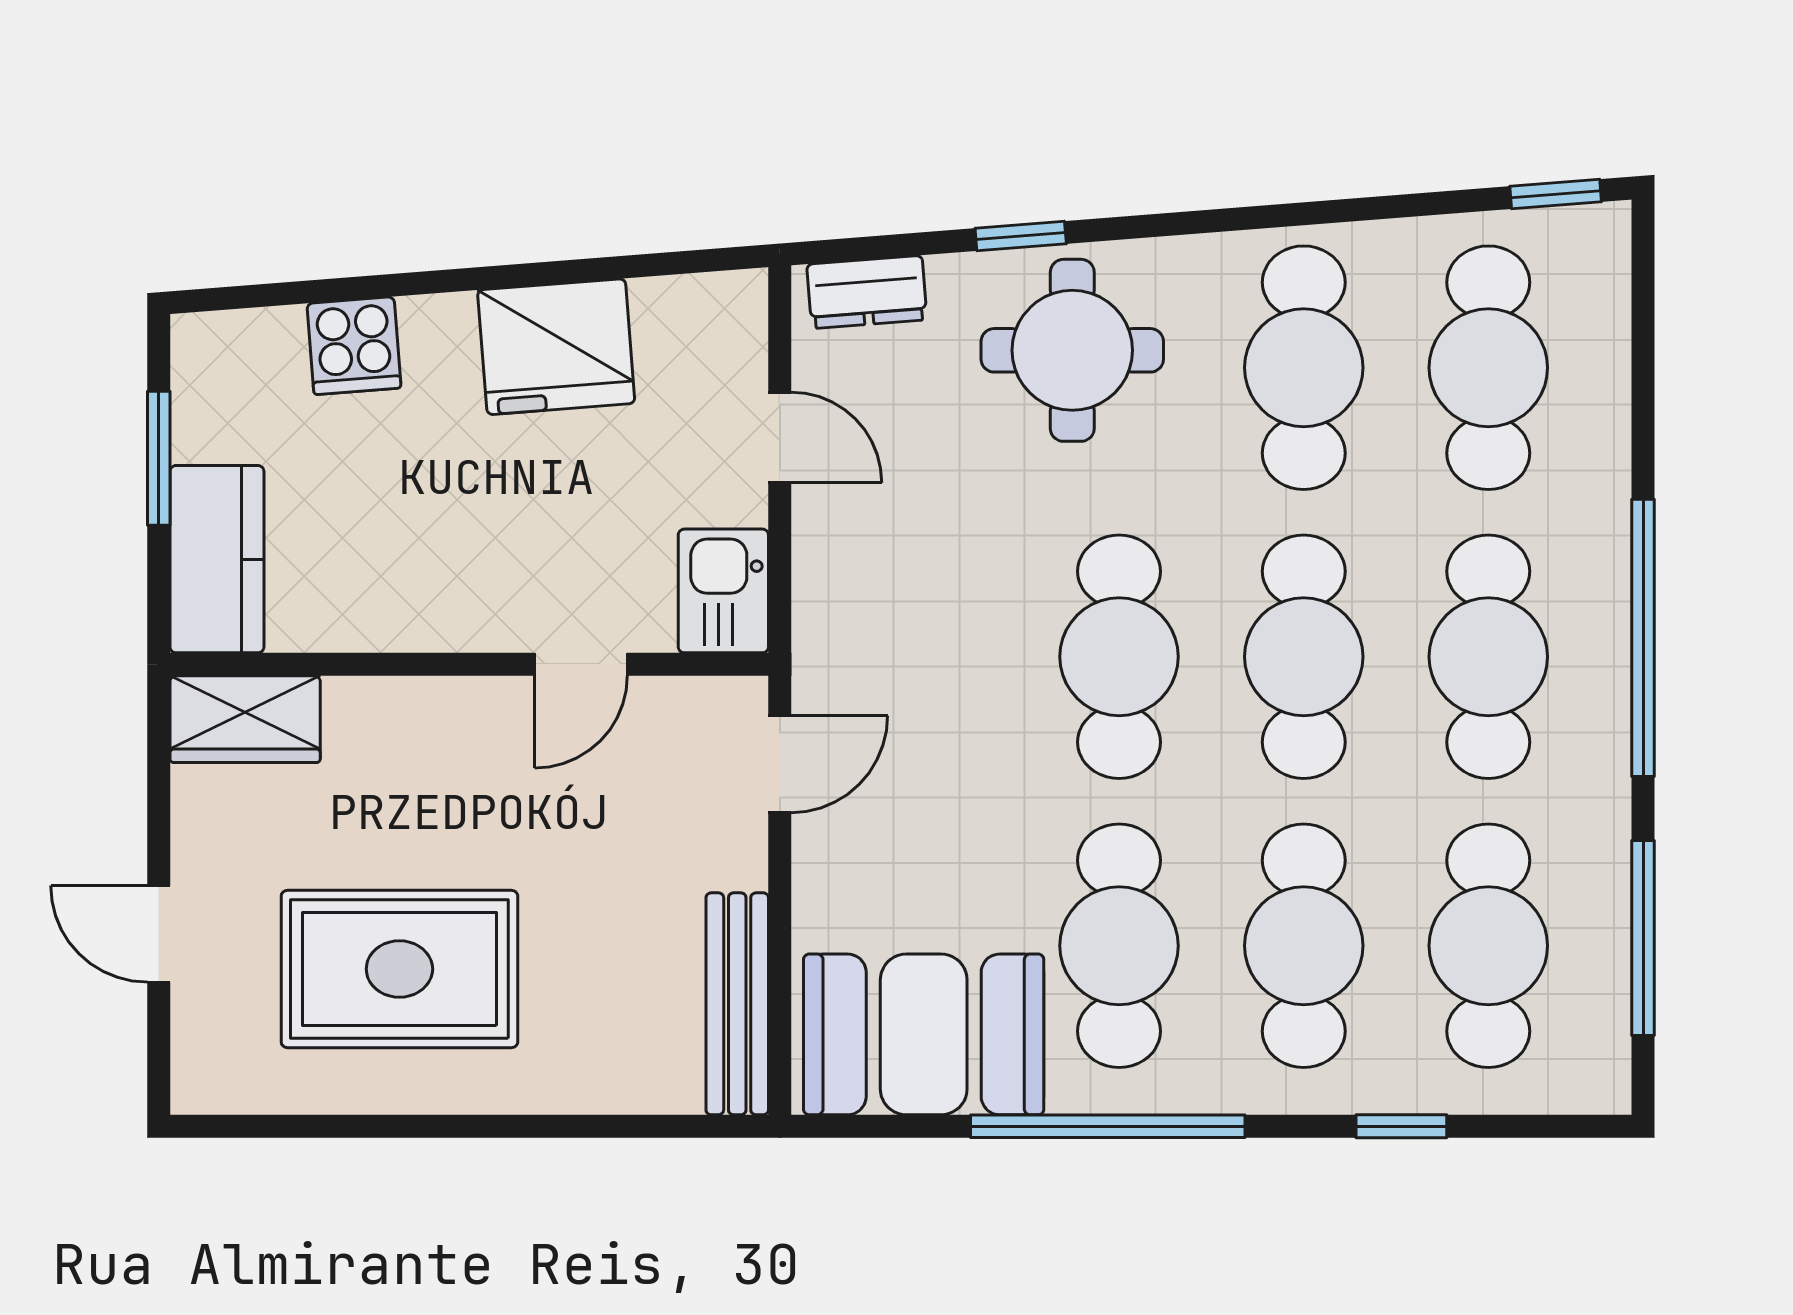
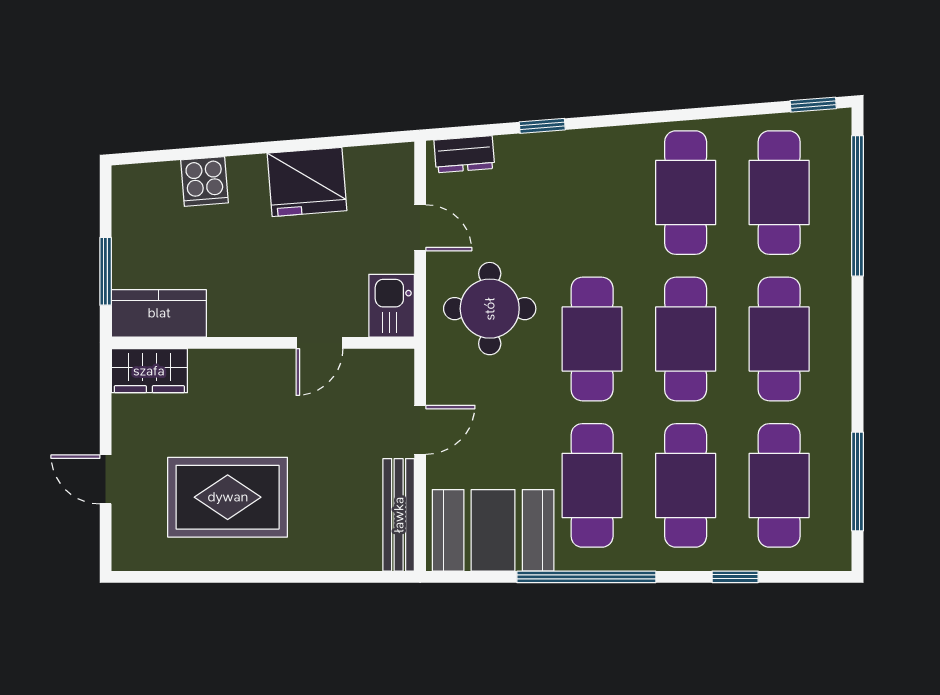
round table: (1072, 350) -> (490, 309), moved
window: (159, 458) -> (106, 271), moved
kitchen counter: (217, 559) -> (159, 313), moved, turned -90
window: (1643, 638) -> (858, 206), moved
door: (780, 764) -> (420, 430), moved

